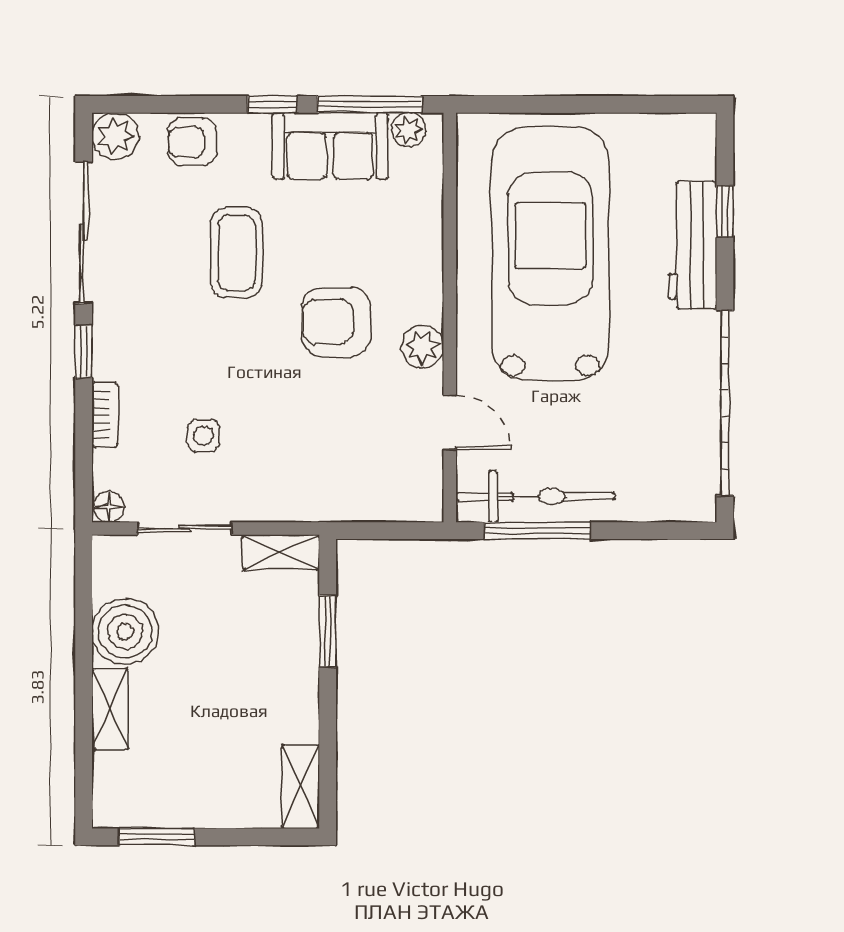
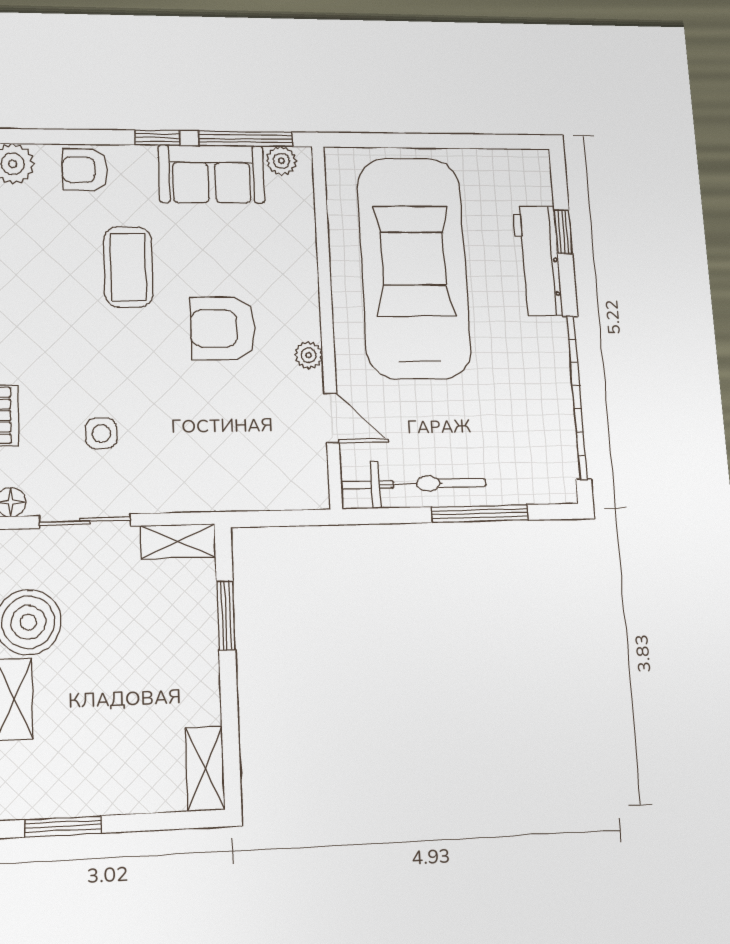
plant: (422, 347) -> (309, 355), width x0.73, depth x0.73
window: (538, 531) -> (480, 514), moved

